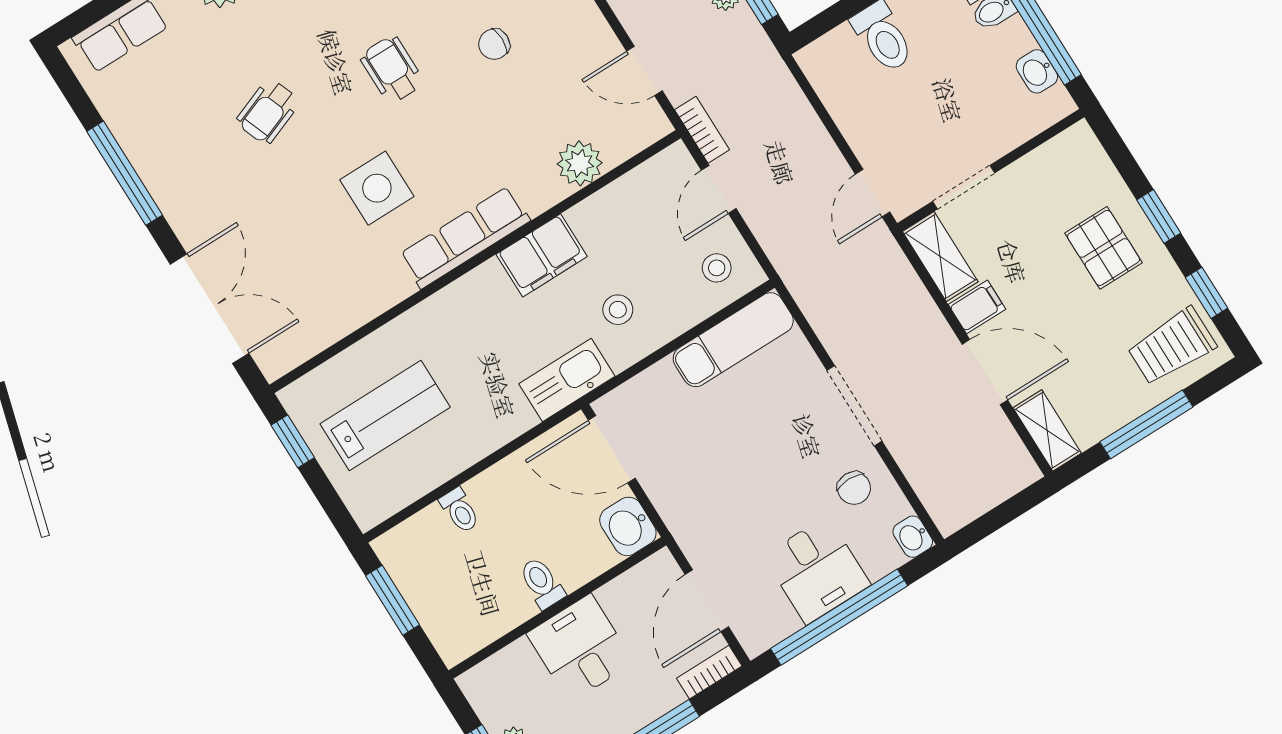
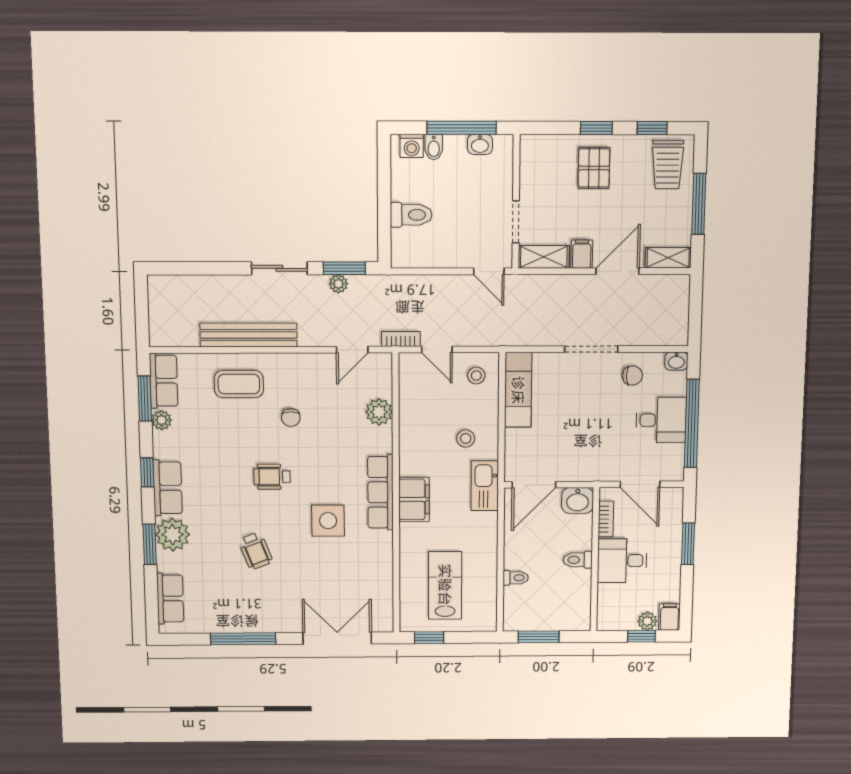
pallet: (1104, 248) -> (594, 168), turned 90
filing cabinet: (542, 255) -> (414, 499), moved
bookcase: (709, 672) -> (606, 519), moved, turned 180

